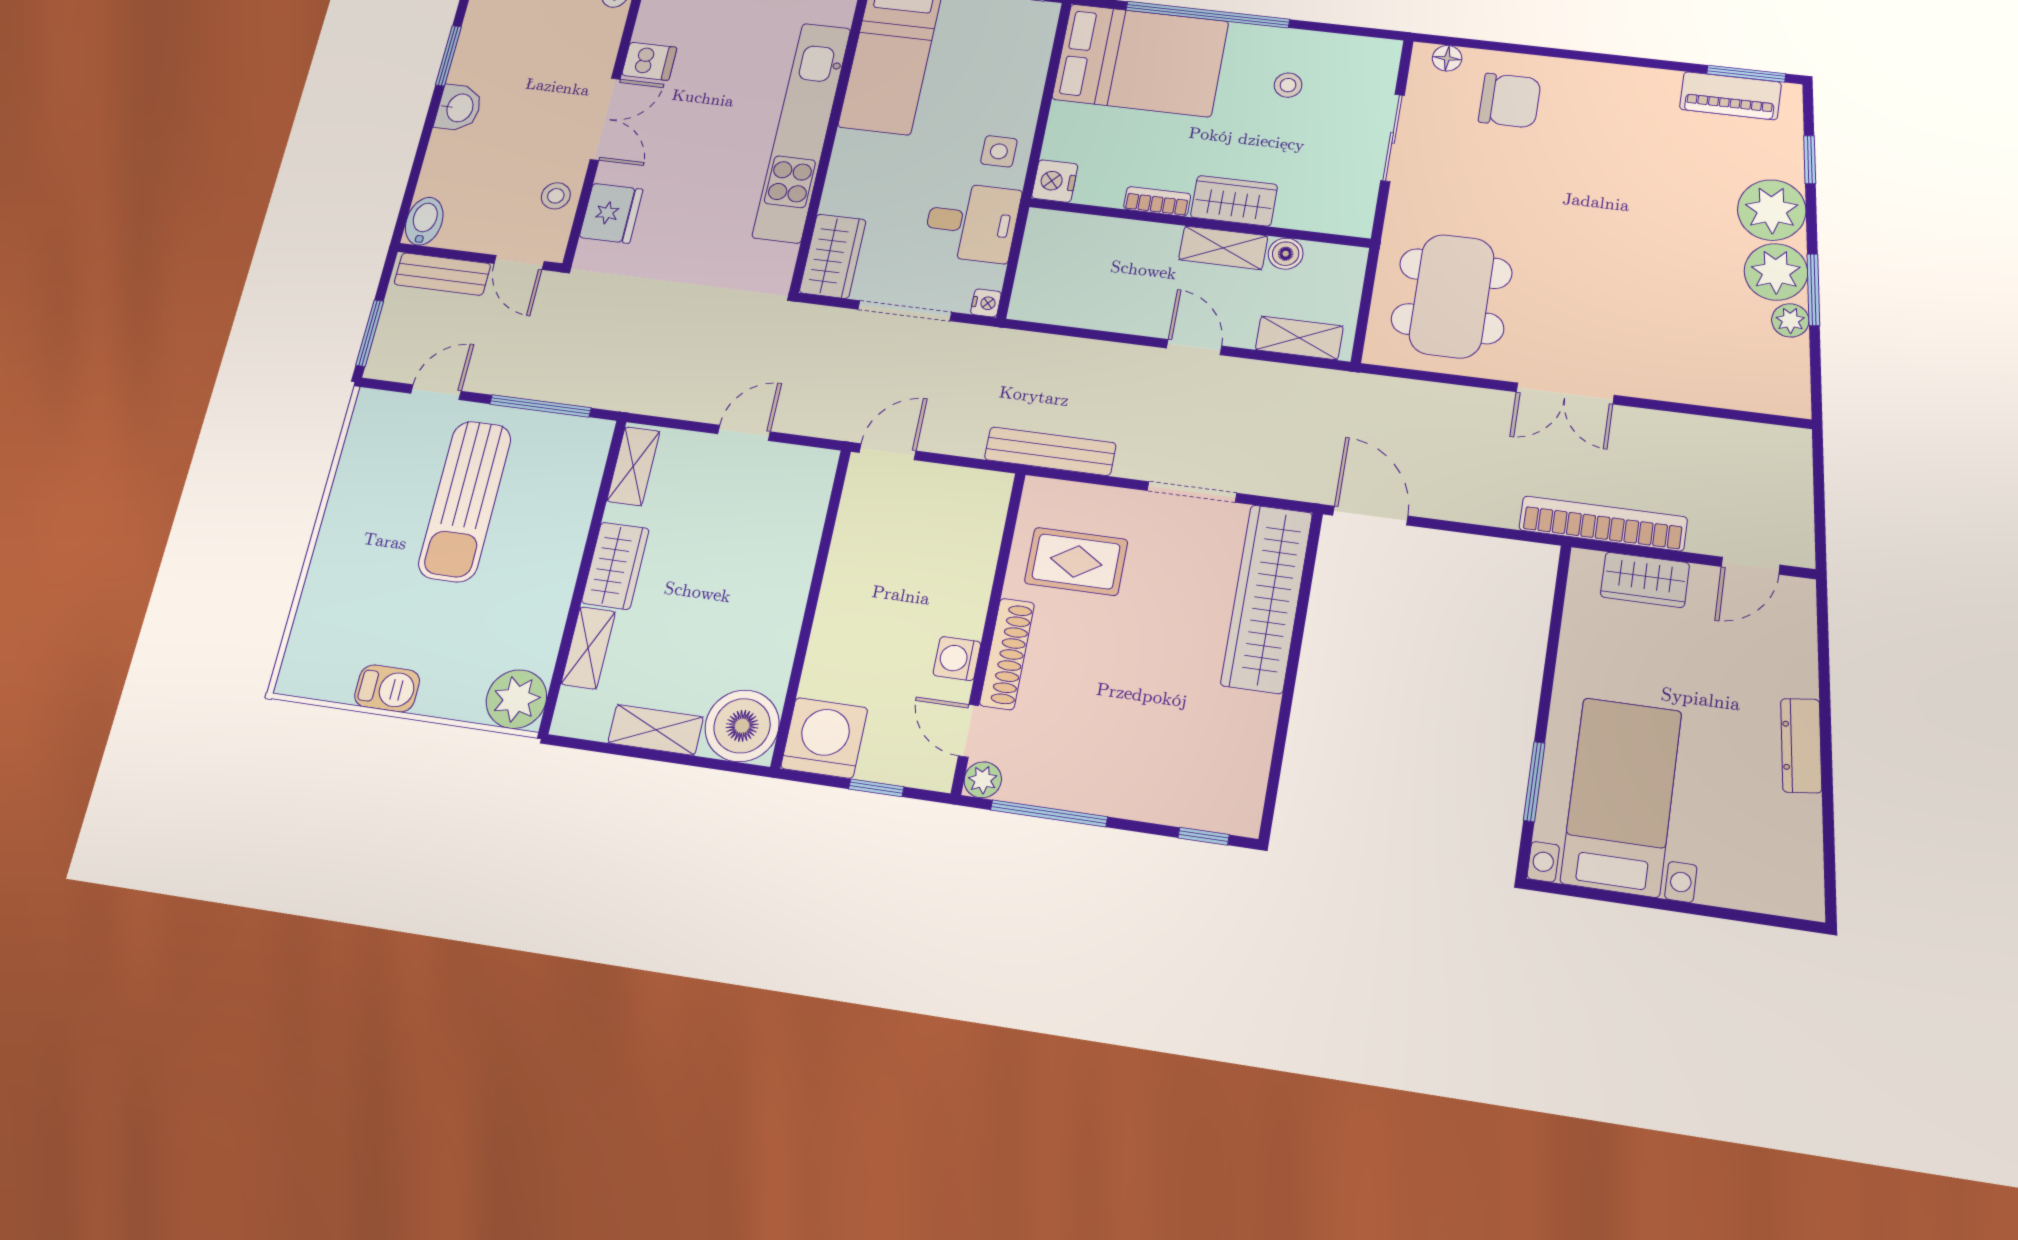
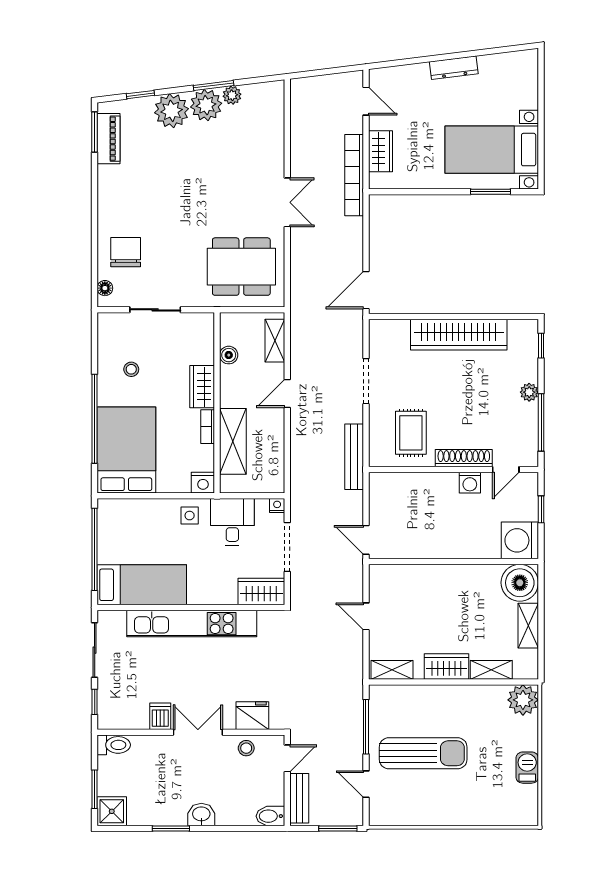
shelving: (1223, 248) -> (233, 441), moved, width x1.50, depth x1.33
wardrobe: (1267, 599) -> (459, 335), moved
plant: (983, 780) -> (529, 392), moved

